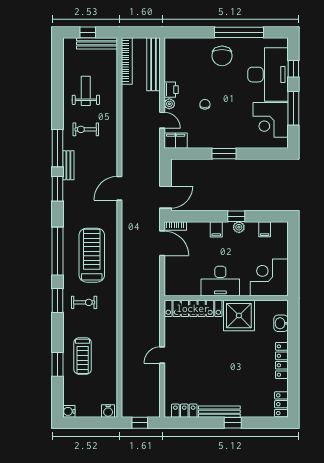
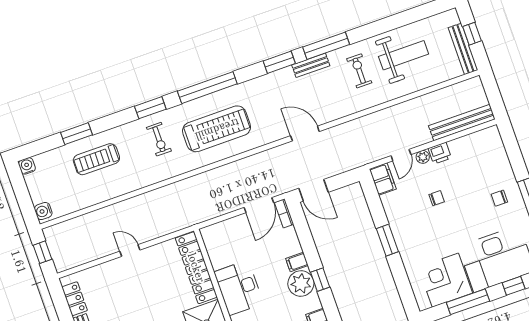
chair: (222, 56) -> (499, 198), width x0.54, depth x0.54
bookcase: (127, 61) -> (455, 90), removed
weight bench: (86, 91) -> (404, 55), width x1.36, depth x1.33
plant: (239, 227) -> (301, 283), width x1.87, depth x1.87

